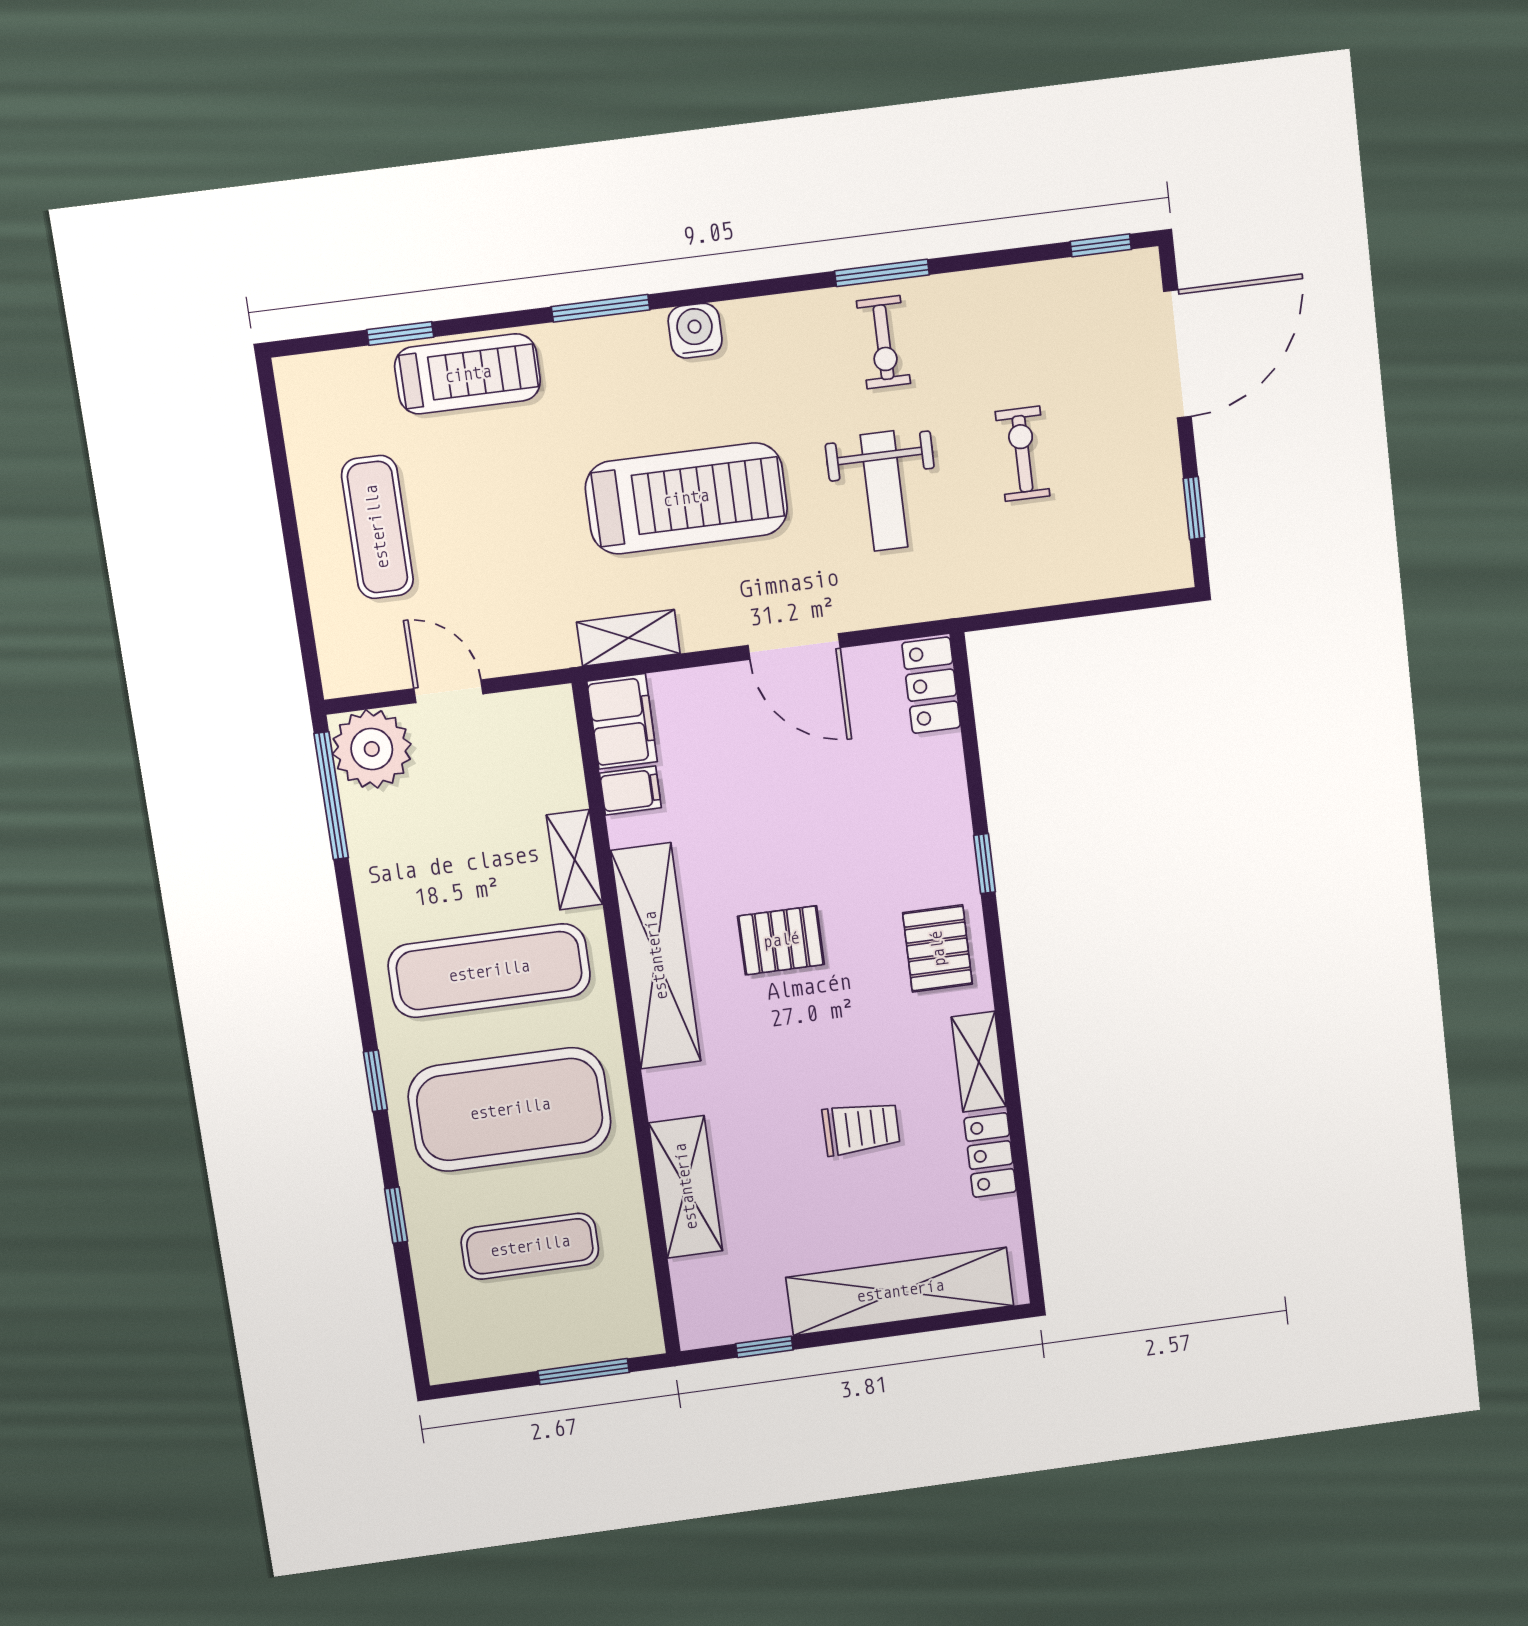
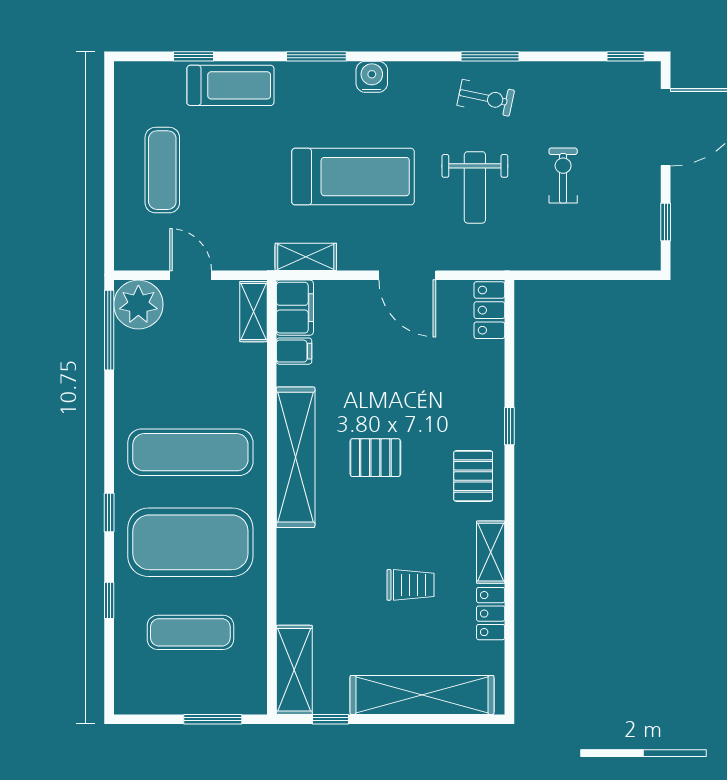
exercise bike: (884, 342) -> (486, 98), turned -78
shelving: (575, 860) -> (253, 312), moved
shelving: (686, 1187) -> (294, 670), moved

